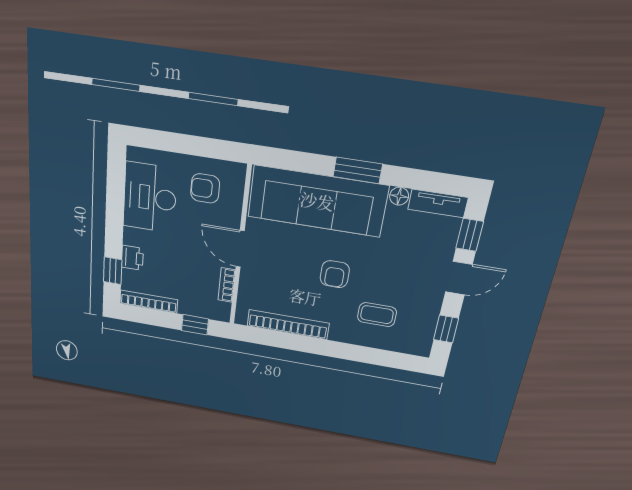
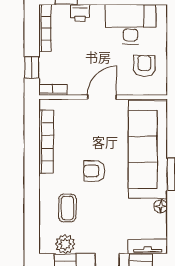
tv unit: (438, 203) -> (148, 246), moved, turned 90
bookcase: (227, 285) -> (53, 90), moved
plant: (424, 325) -> (65, 244), added

